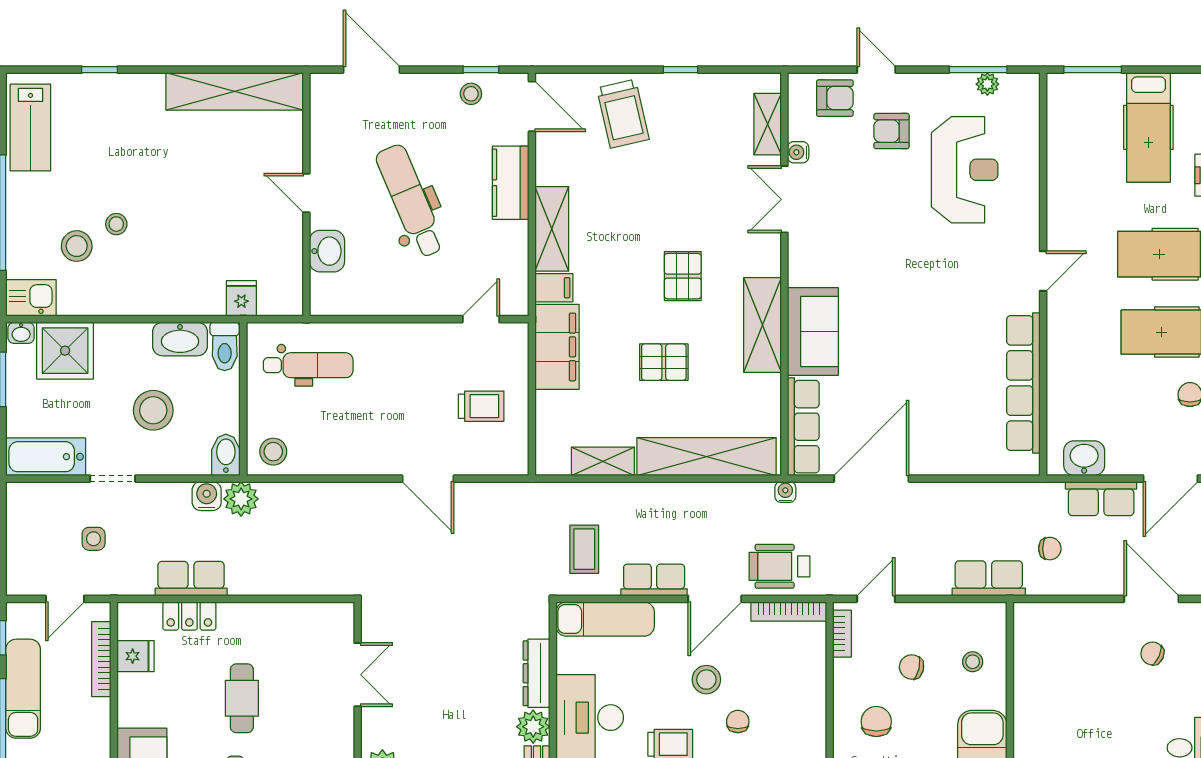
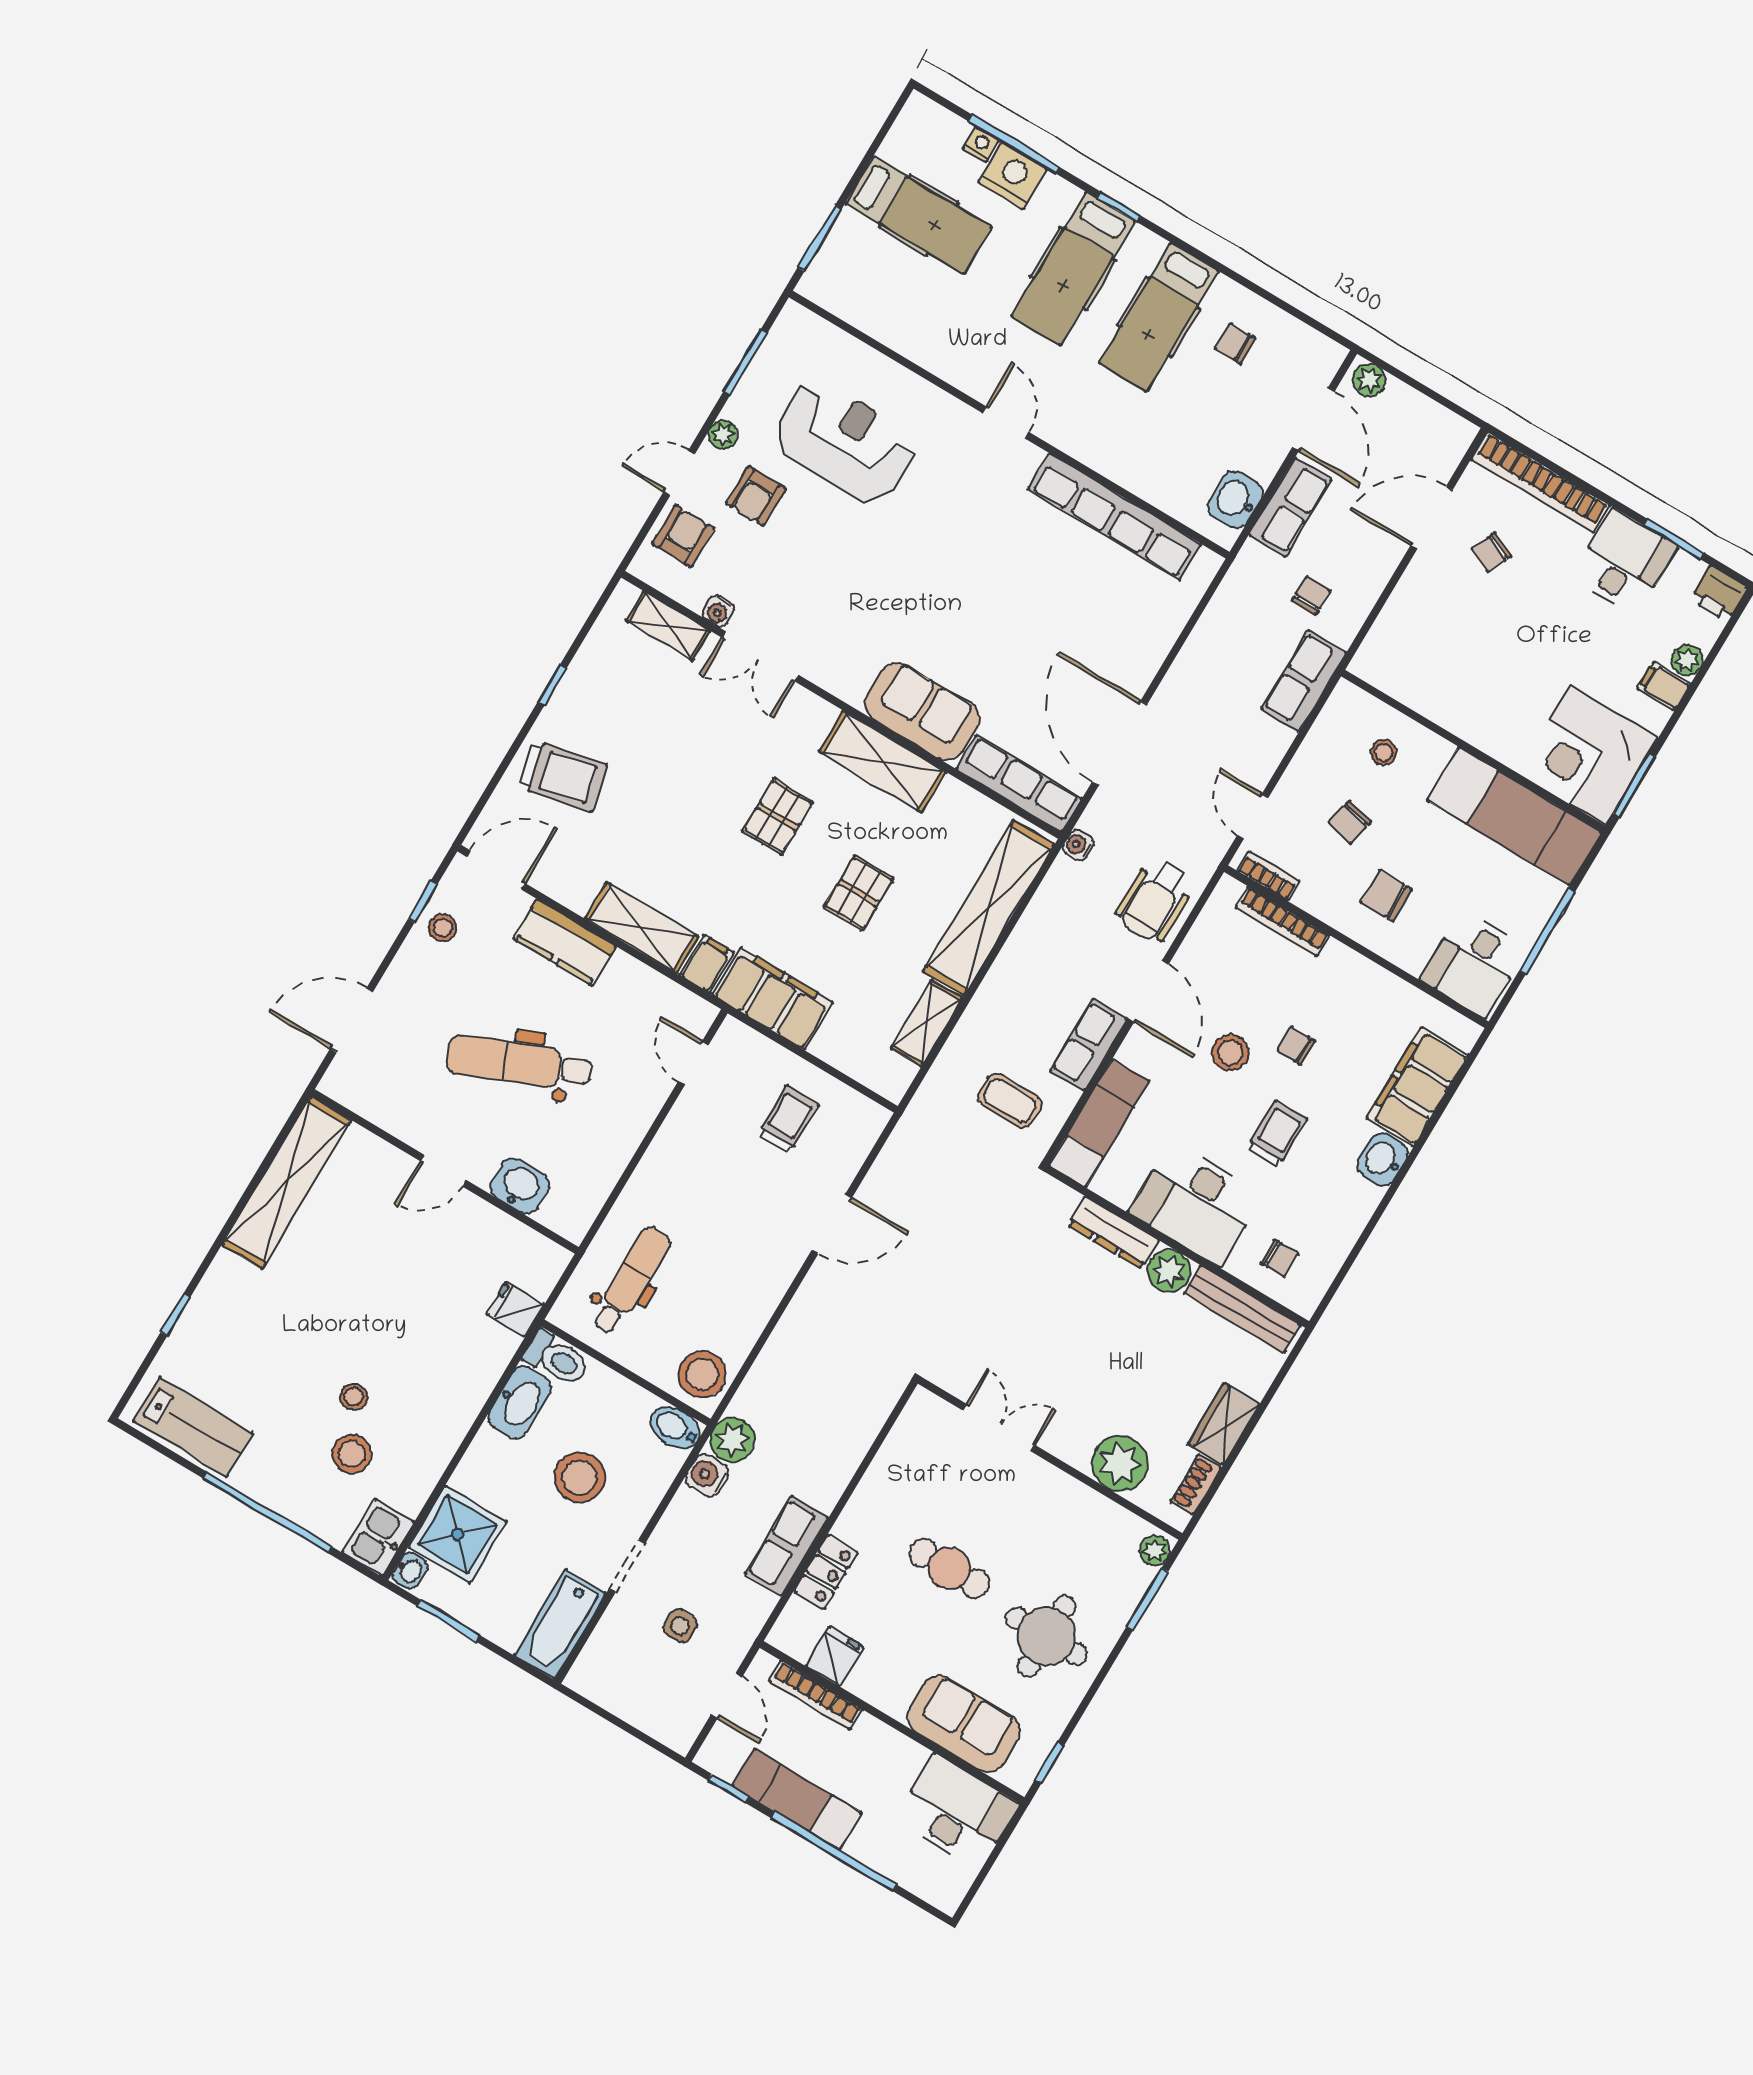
plant: (987, 84) -> (723, 435), moved
pallet: (683, 276) -> (778, 817), turned 90
stool: (273, 452) -> (702, 1374), width x1.38, depth x1.38
bookcase: (789, 611) -> (1283, 921), moved, turned 90

